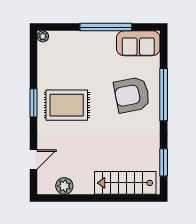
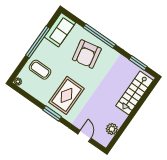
coffee table: (75, 53) -> (40, 70), added

